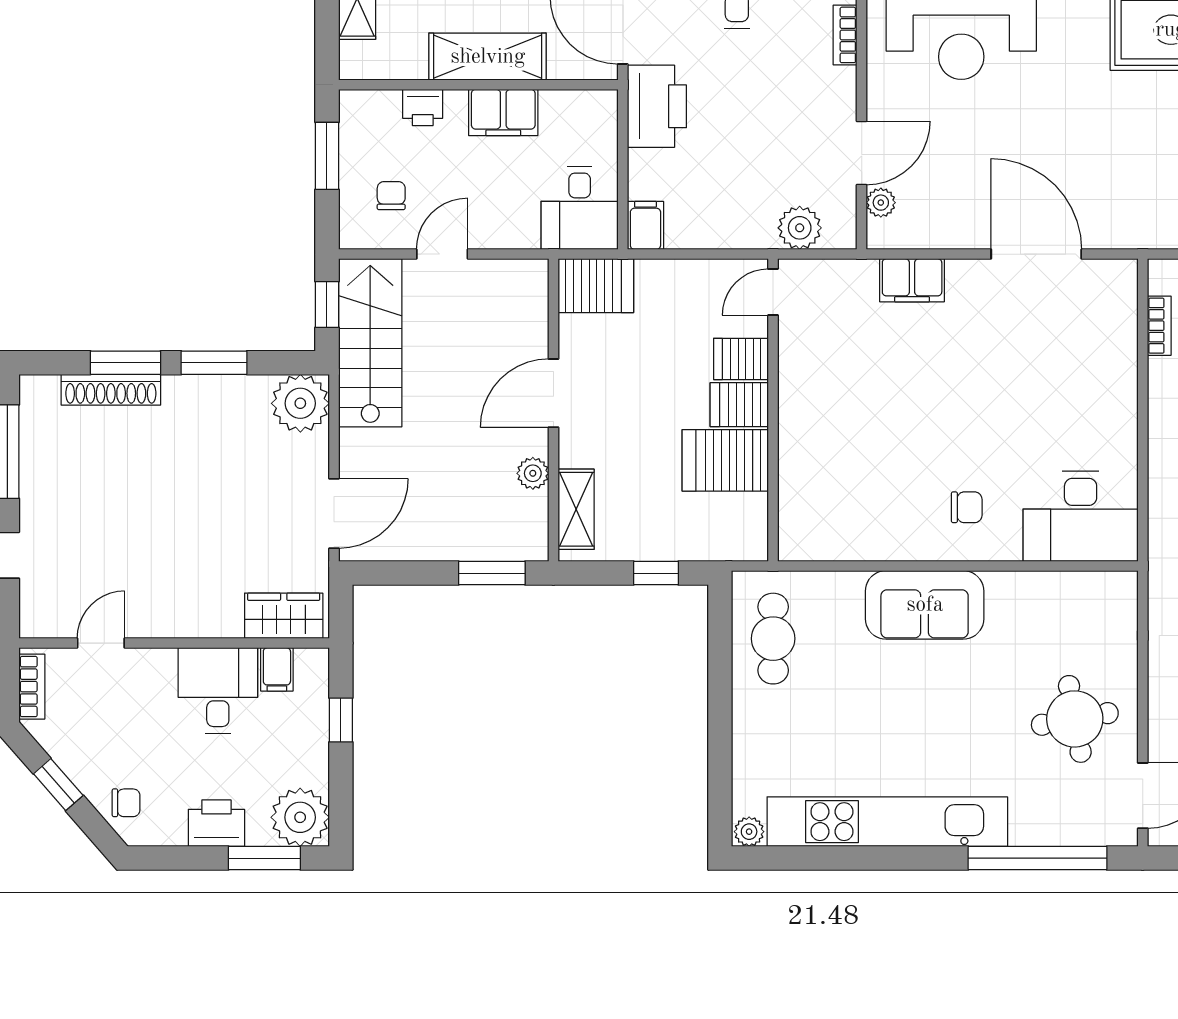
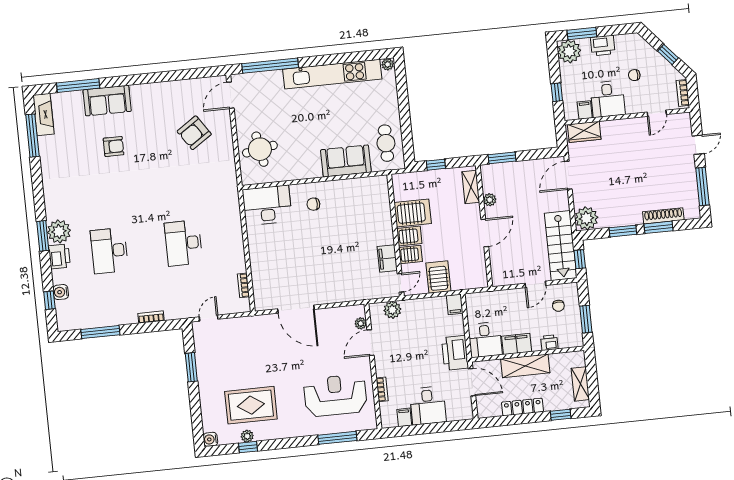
desk: (580, 208) -> (485, 340), moved, turned 180
filing cabinet: (912, 280) -> (387, 258), moved, turned -90
server rack: (596, 286) -> (438, 277), moved, turned 90
sofa: (925, 605) -> (346, 161), moved
round table: (1075, 719) -> (260, 149), moved
chair: (126, 803) -> (634, 75), moved

